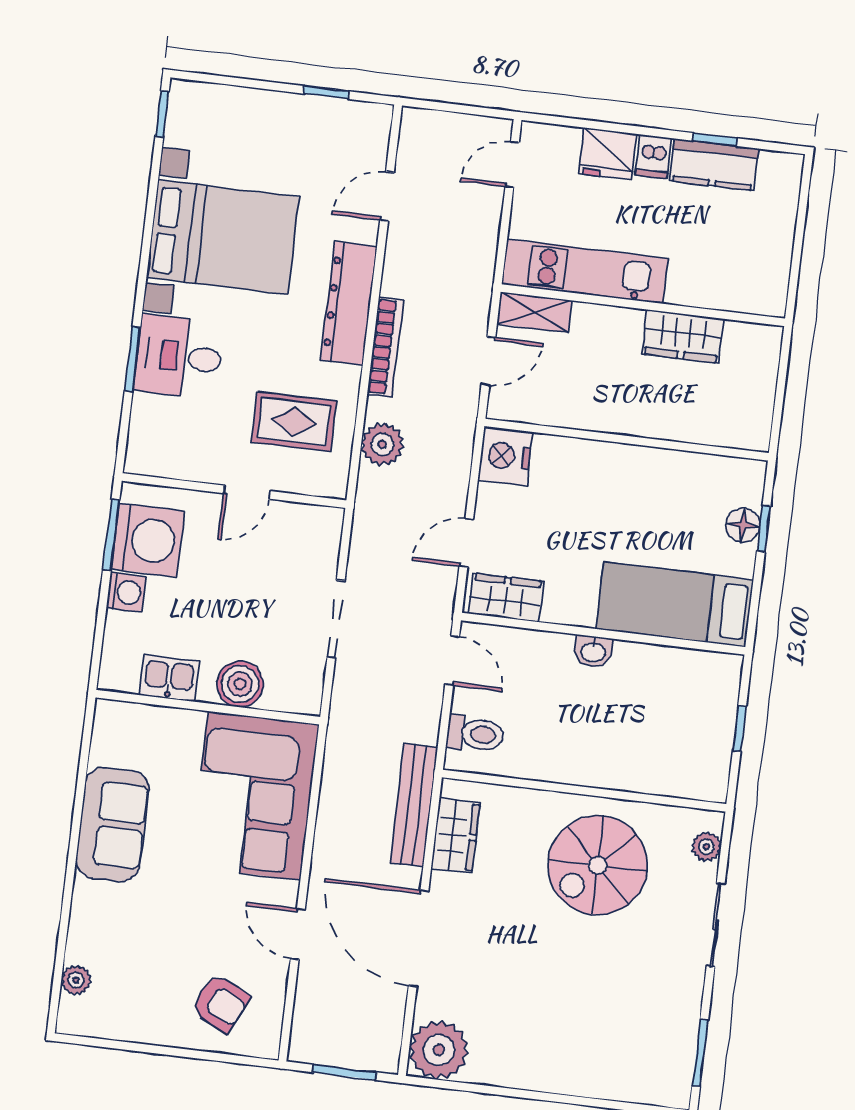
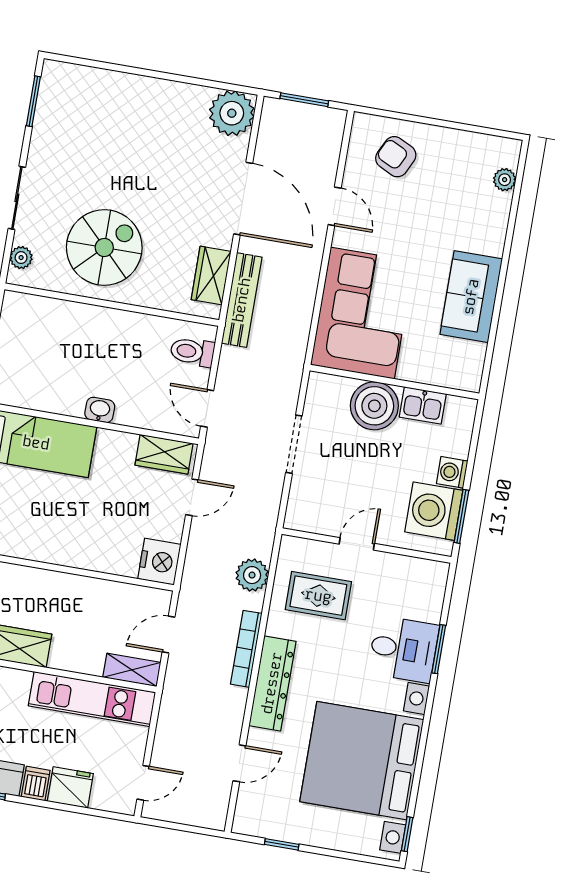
bed with nightstands: (223, 237) -> (362, 761), width x1.36
boiler: (240, 684) -> (374, 406), width x1.37, depth x1.37

